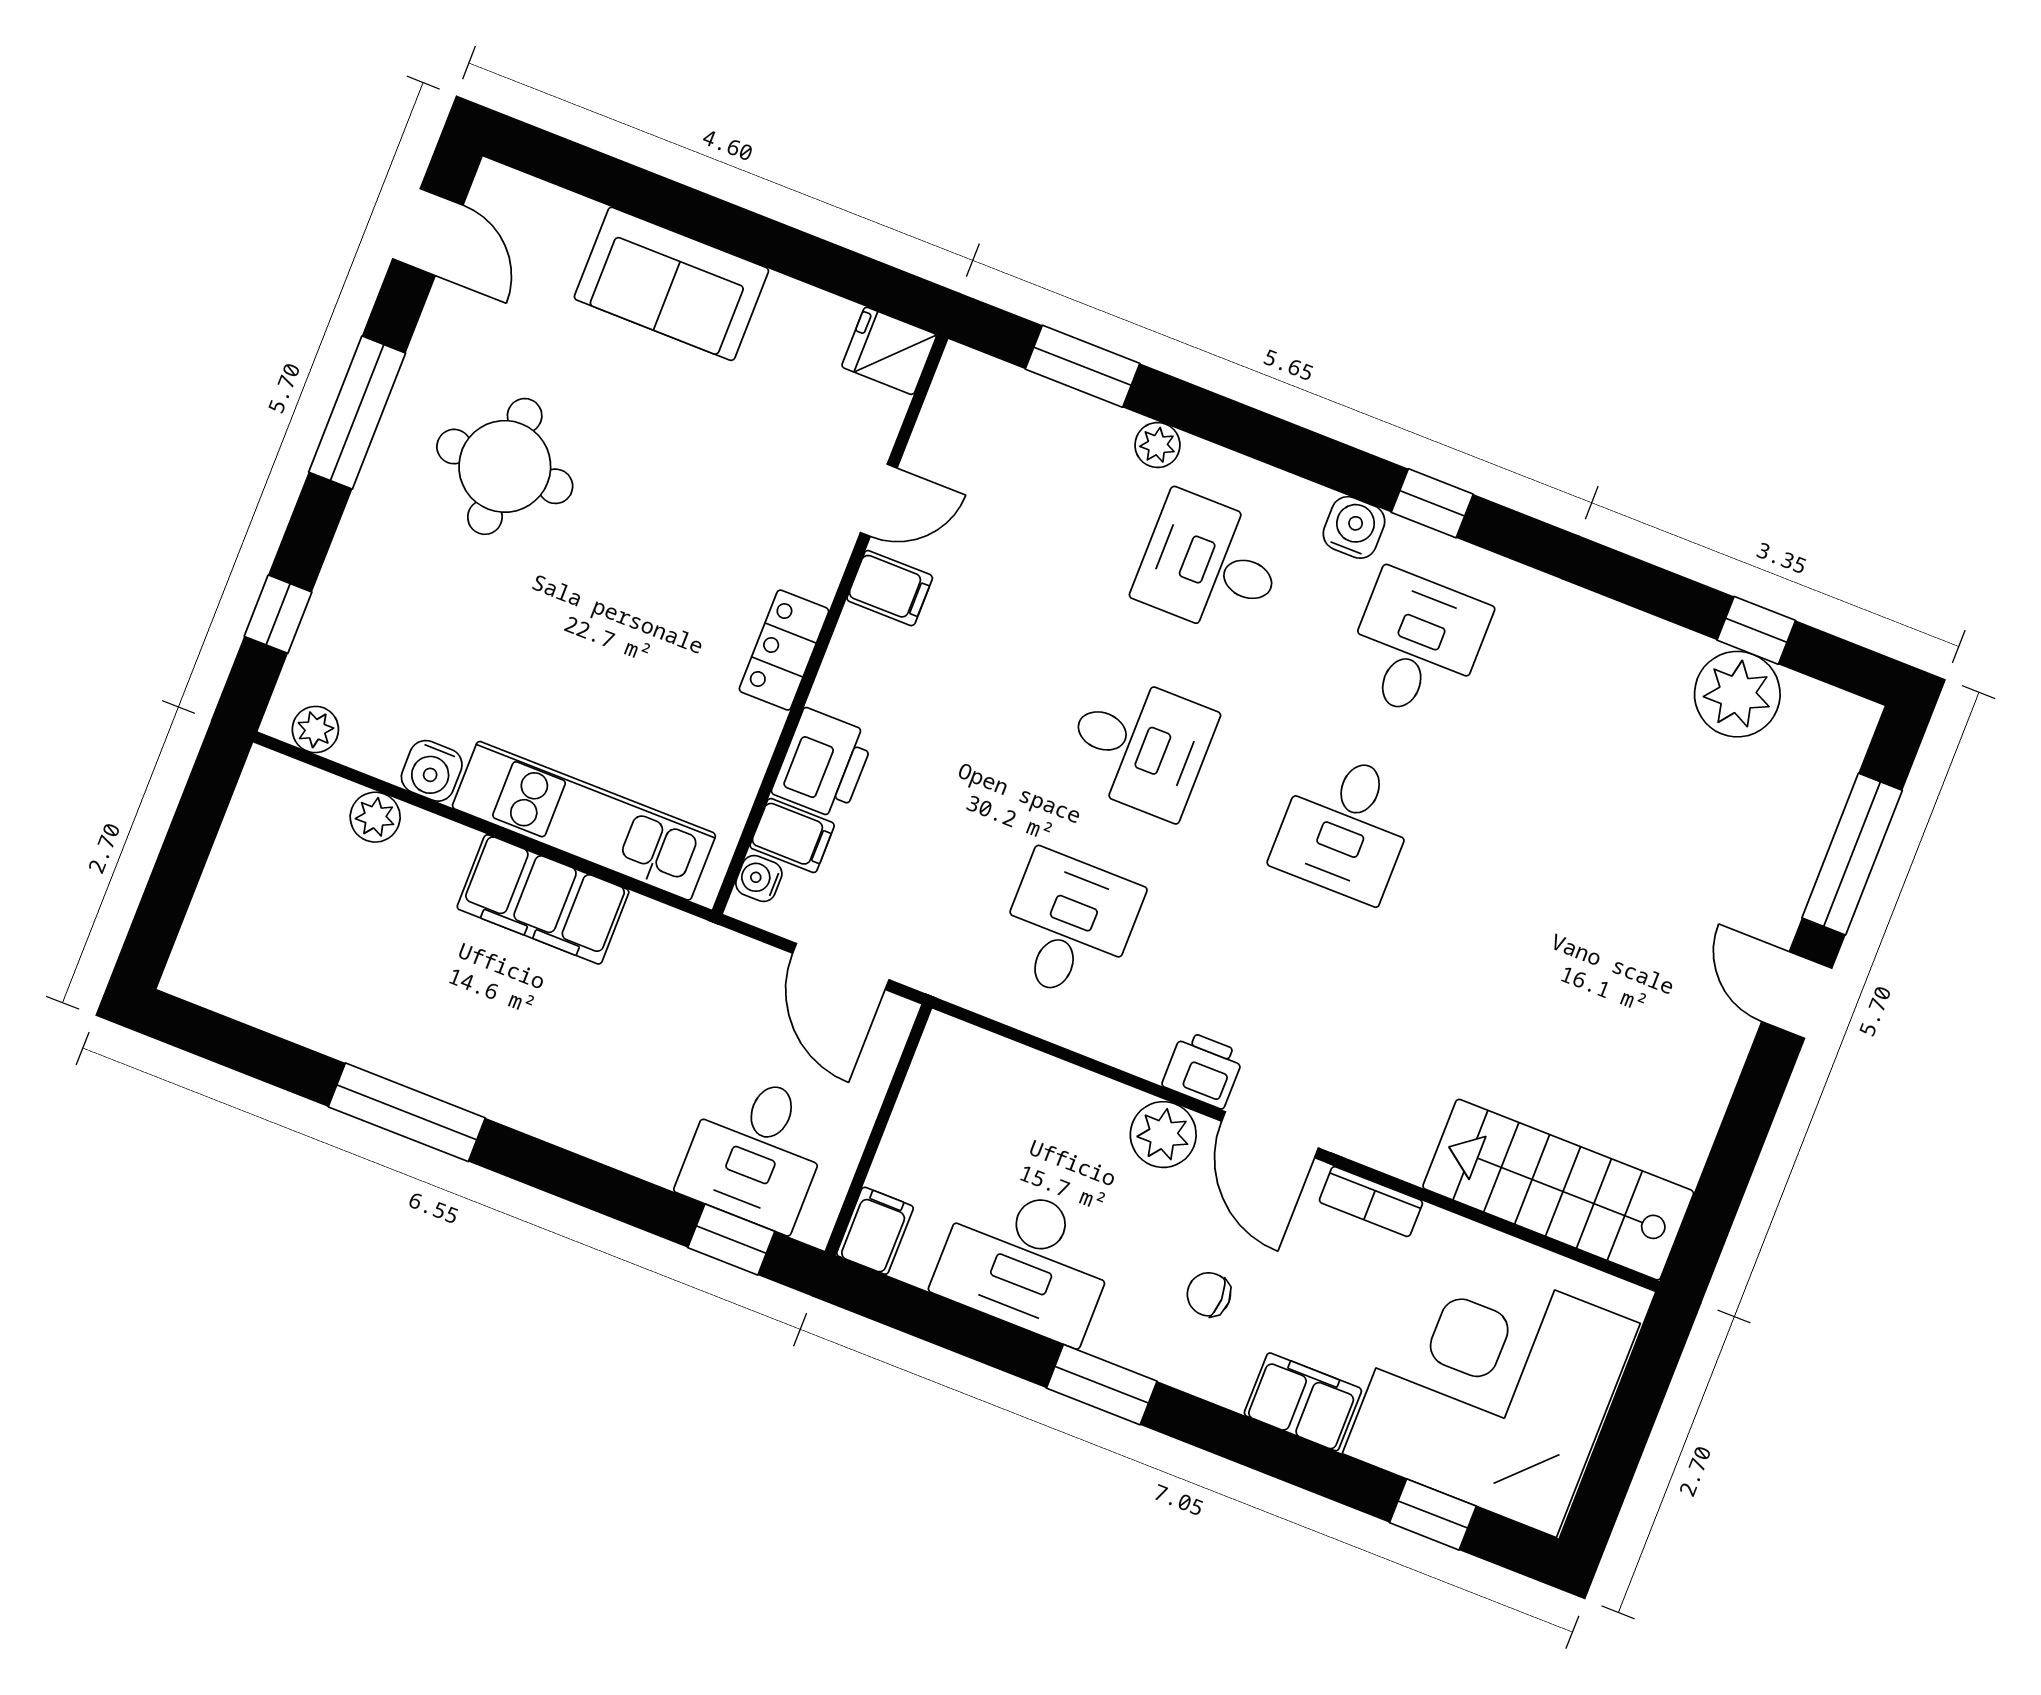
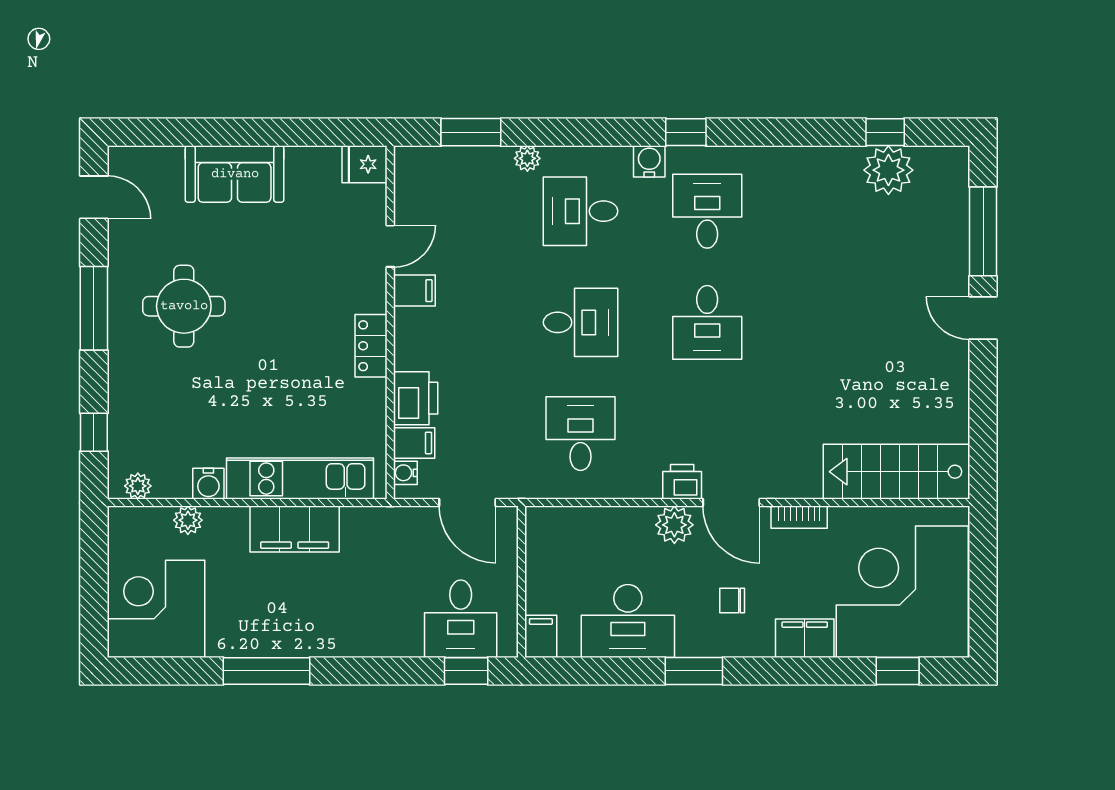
corner desk: (267, 941) -> (156, 609), added

